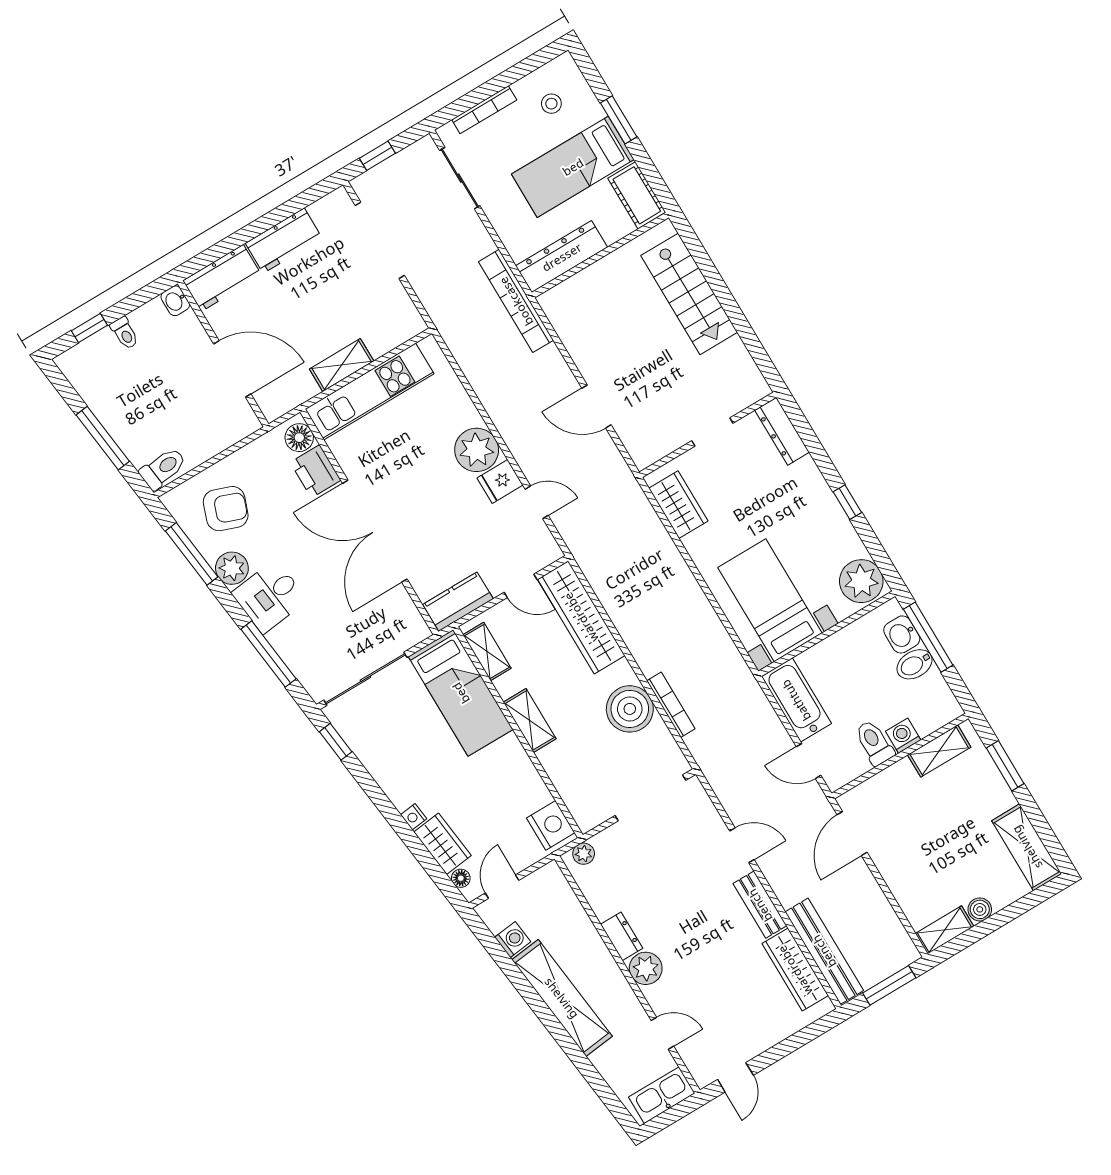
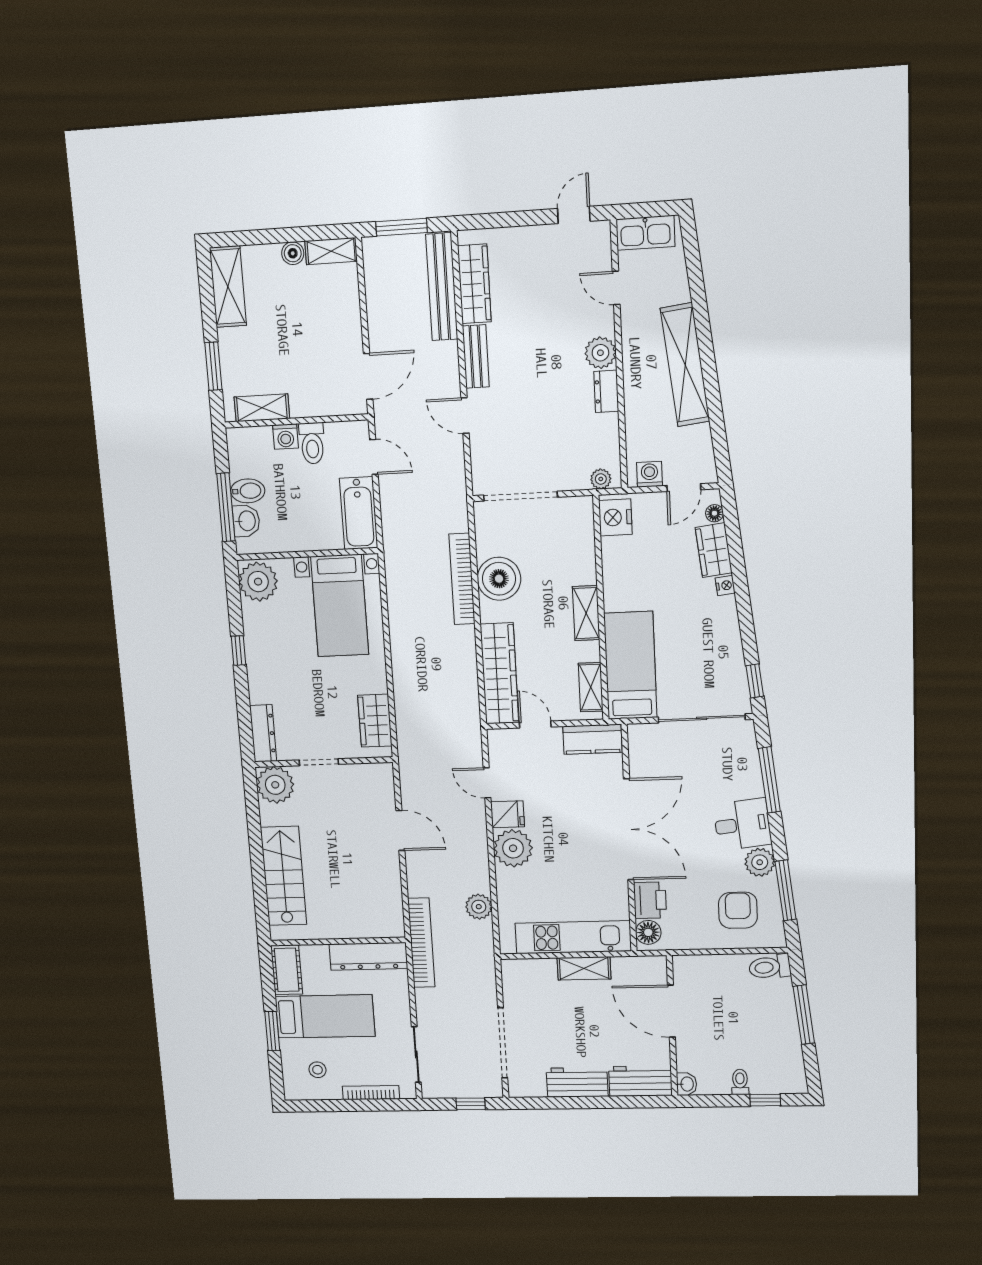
plant: (479, 371) -> (479, 907), added
plant: (744, 385) -> (275, 785), added
armchair: (226, 509) -> (738, 910), turned 70
bookcase: (671, 705) -> (462, 579), width x1.48, depth x1.31
washing machine: (513, 940) -> (650, 474), moved, turned 97

